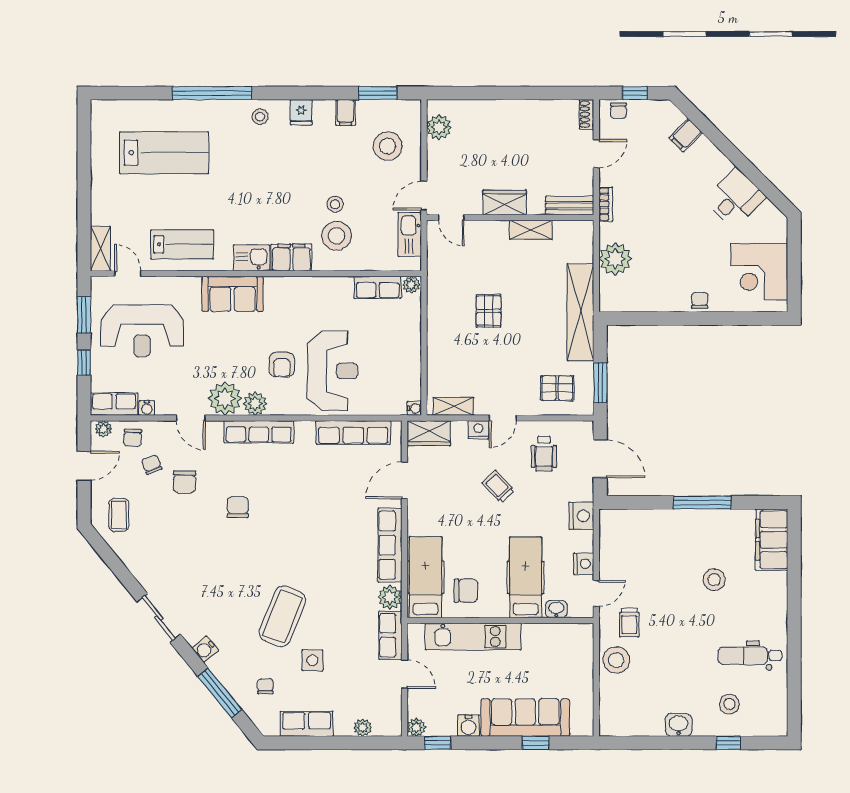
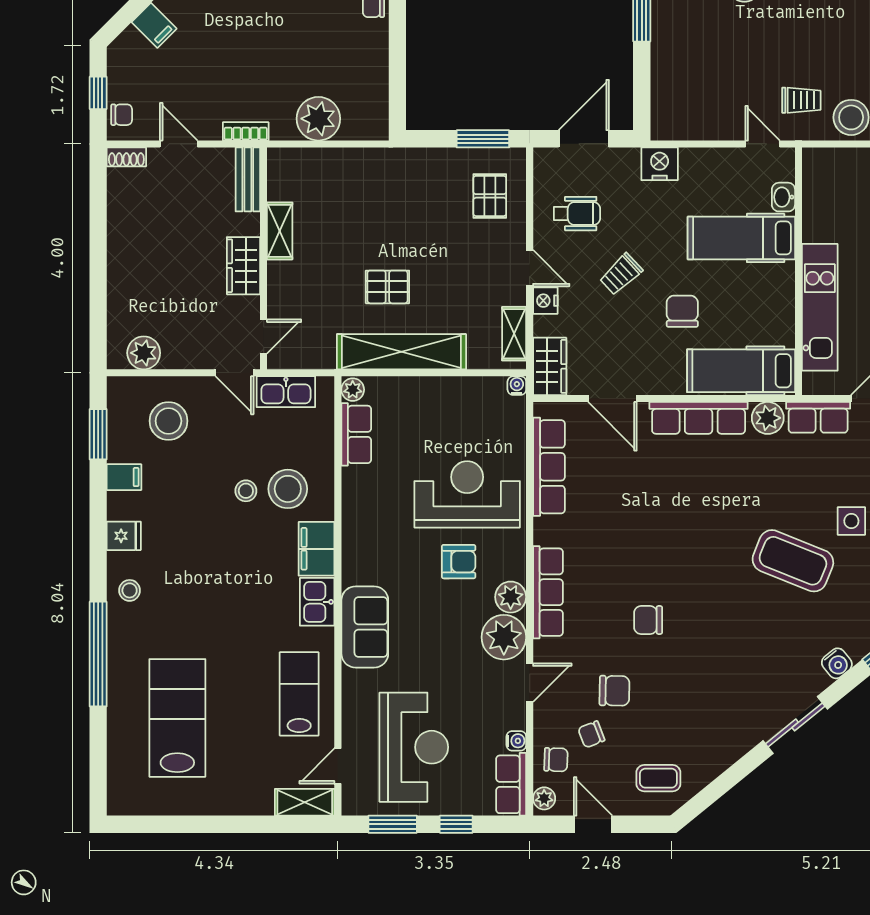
shelving: (580, 312) -> (401, 352), moved
nightstand: (584, 564) -> (723, 161), removed
chair: (466, 591) -> (682, 311), moved

